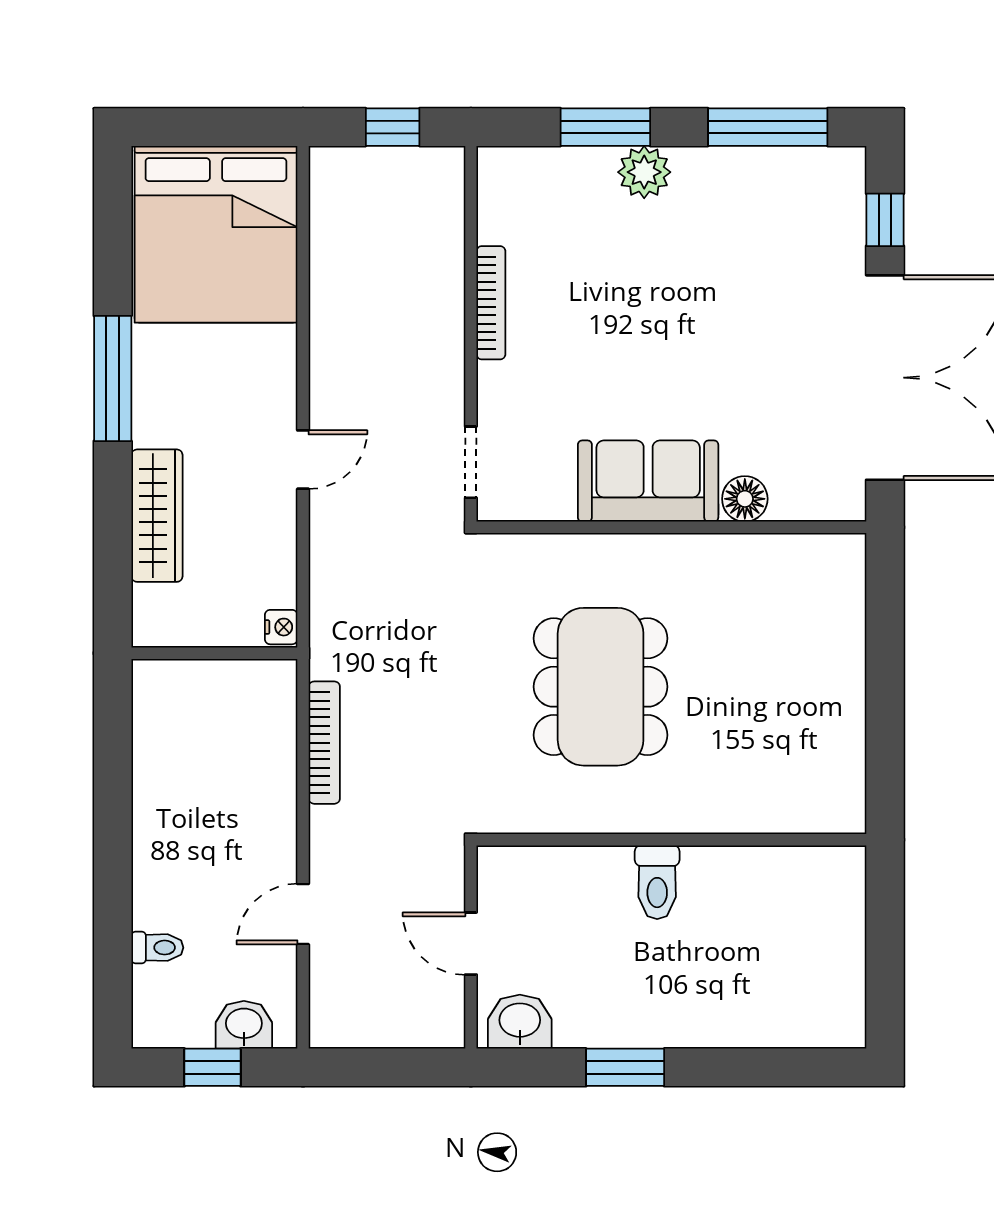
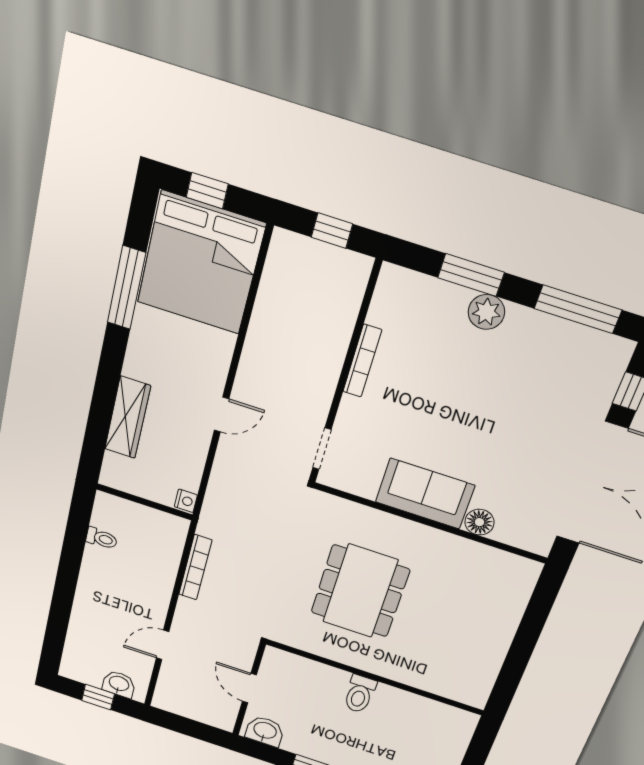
window: (201, 127) -> (207, 191), added
window: (113, 378) -> (126, 288), moved
toilet: (157, 948) -> (102, 538), moved

